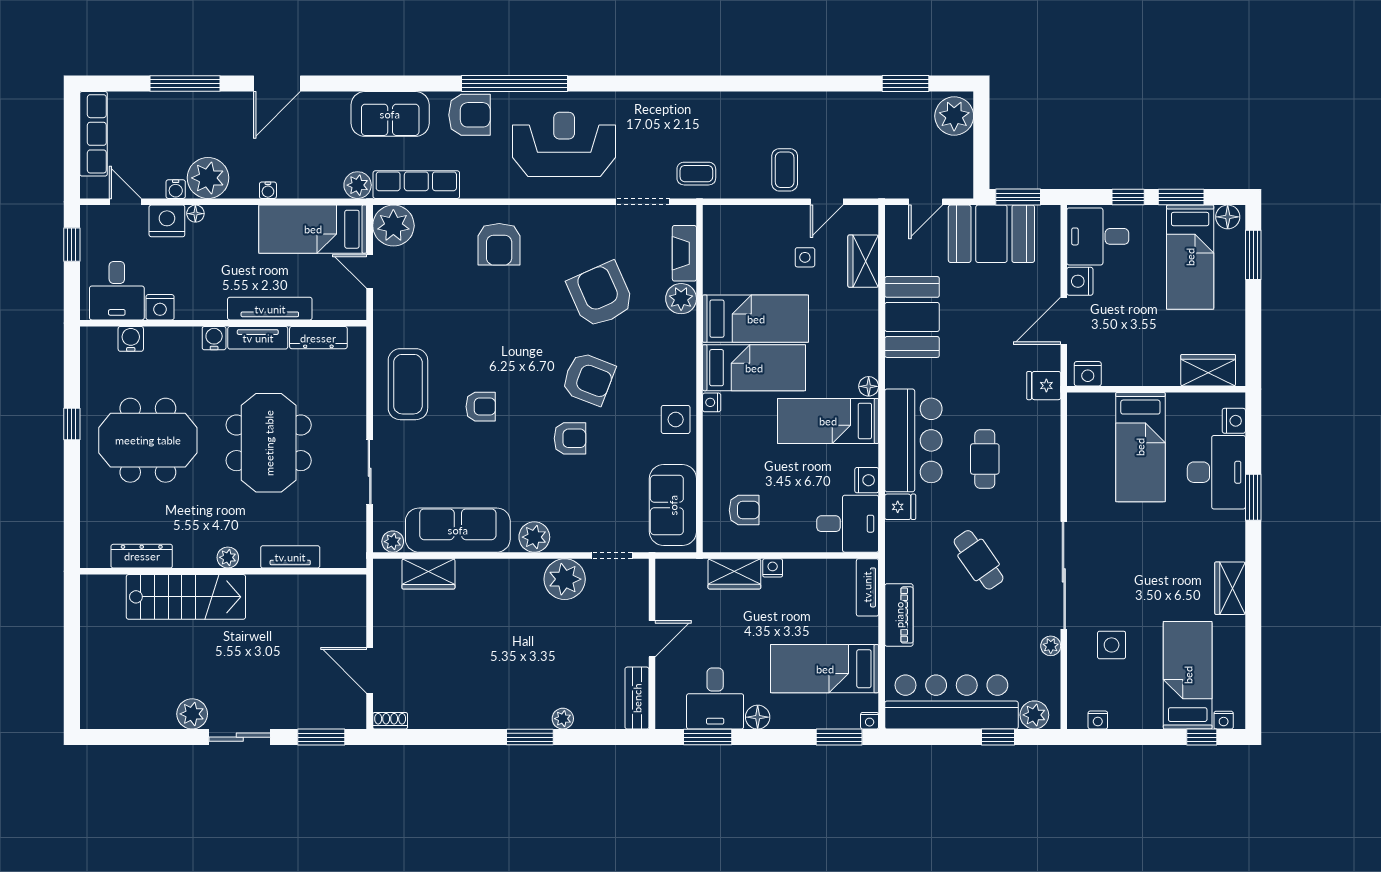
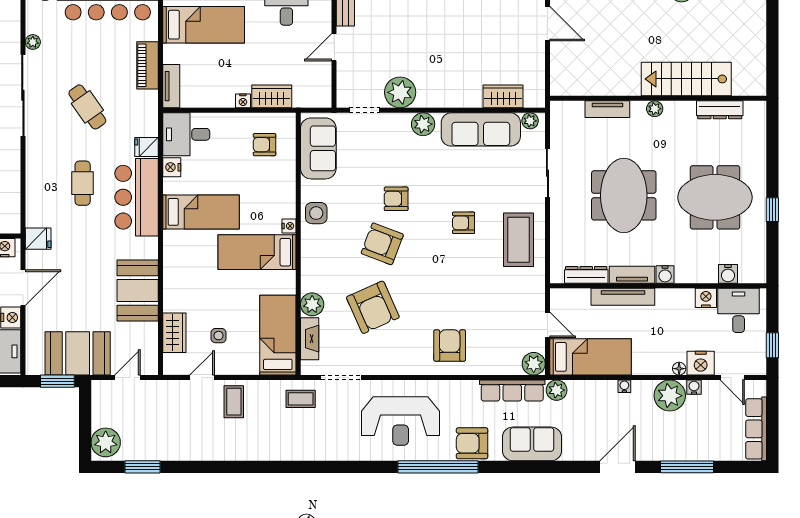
plant: (393, 226) -> (534, 364), width x0.73, depth x0.73
bed: (756, 319) -> (278, 335), moved, turned 90
floor lamp: (869, 386) -> (170, 238), removed

